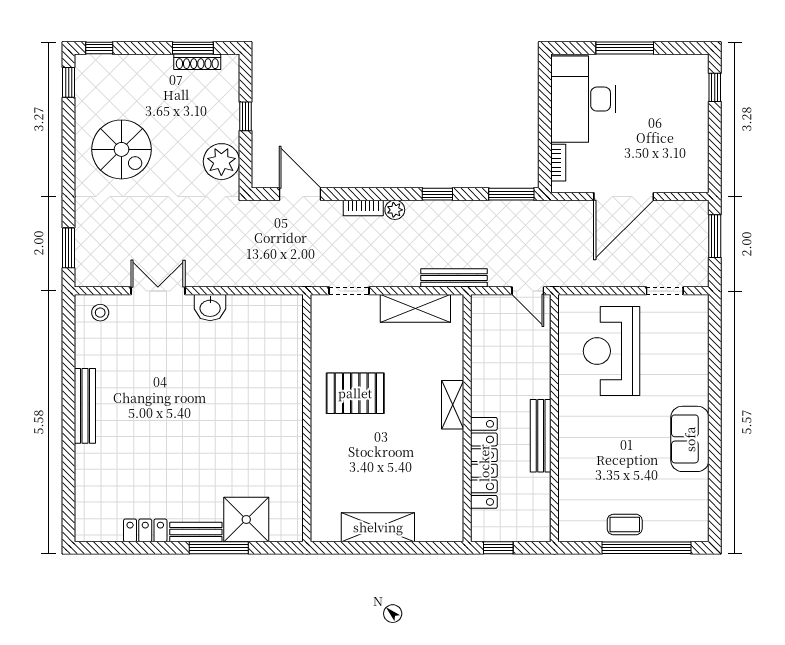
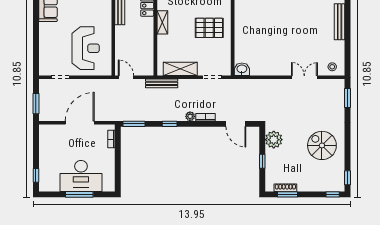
desk: (583, 99) -> (81, 176), moved, turned 90
double door: (158, 291) -> (304, 77), swing flipped
washbasin: (210, 308) -> (242, 69), moved

